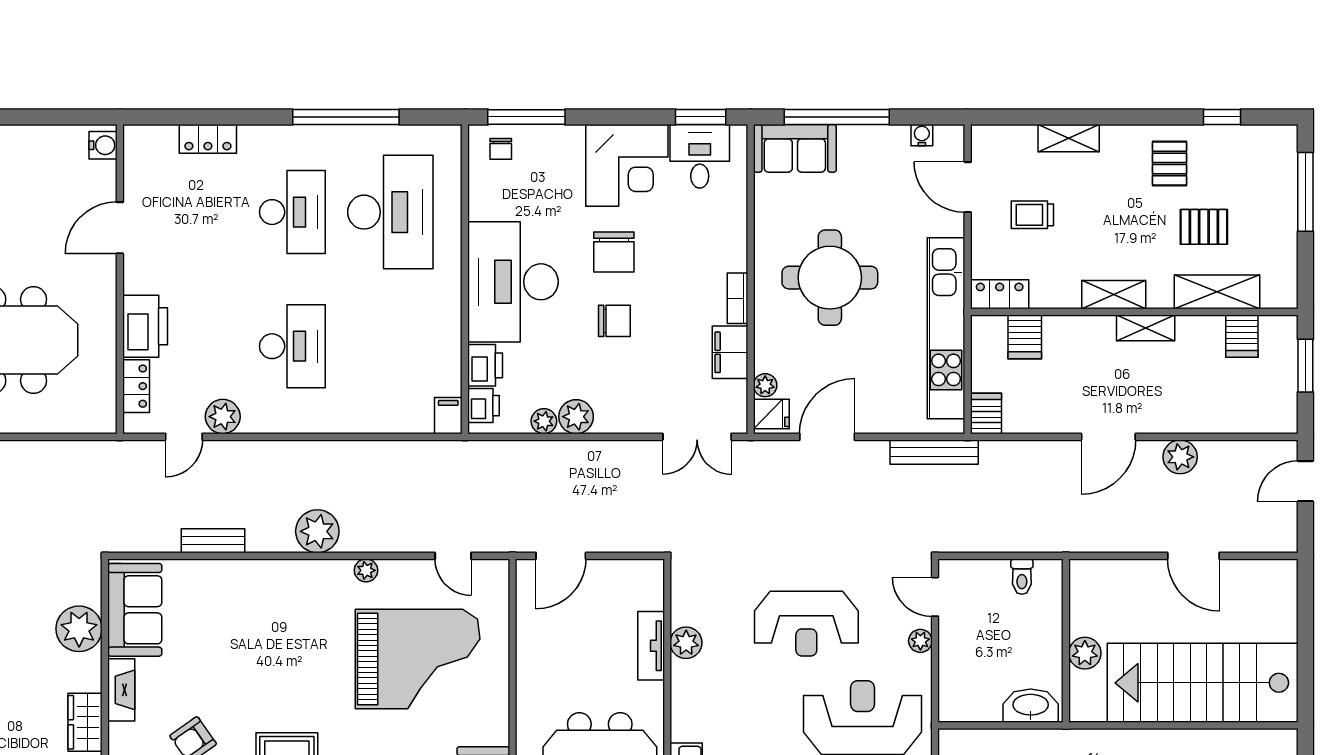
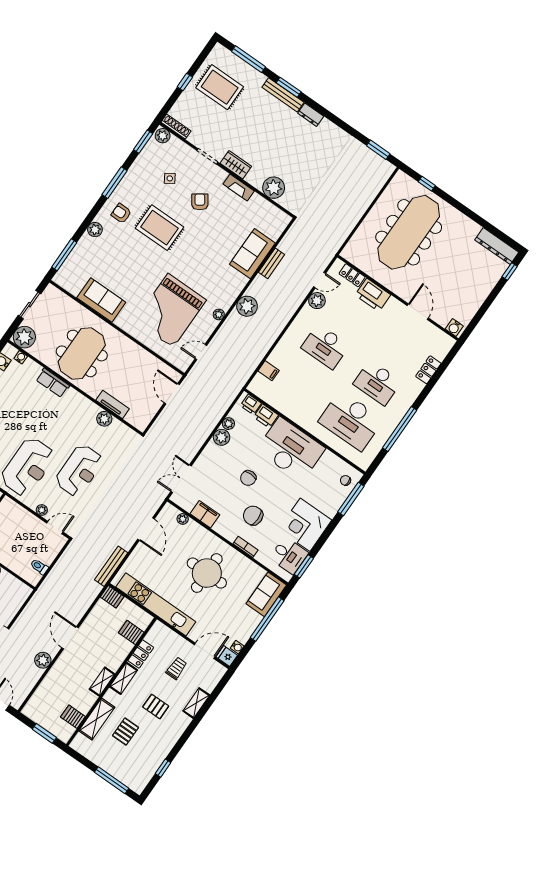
pallet: (1170, 164) -> (156, 707), moved
chair: (614, 252) -> (253, 516), moved
locker: (1000, 294) -> (141, 654), moved
bookcase: (737, 298) -> (245, 547), moved
fridge: (771, 414) -> (227, 656), moved, turned 90
filing cabinet: (448, 416) -> (269, 371), moved
door: (184, 437) -> (320, 280), swing flipped
sofa: (135, 610) -> (252, 254), moved, turned 90
reception desk: (806, 624) -> (79, 471), turned 180

